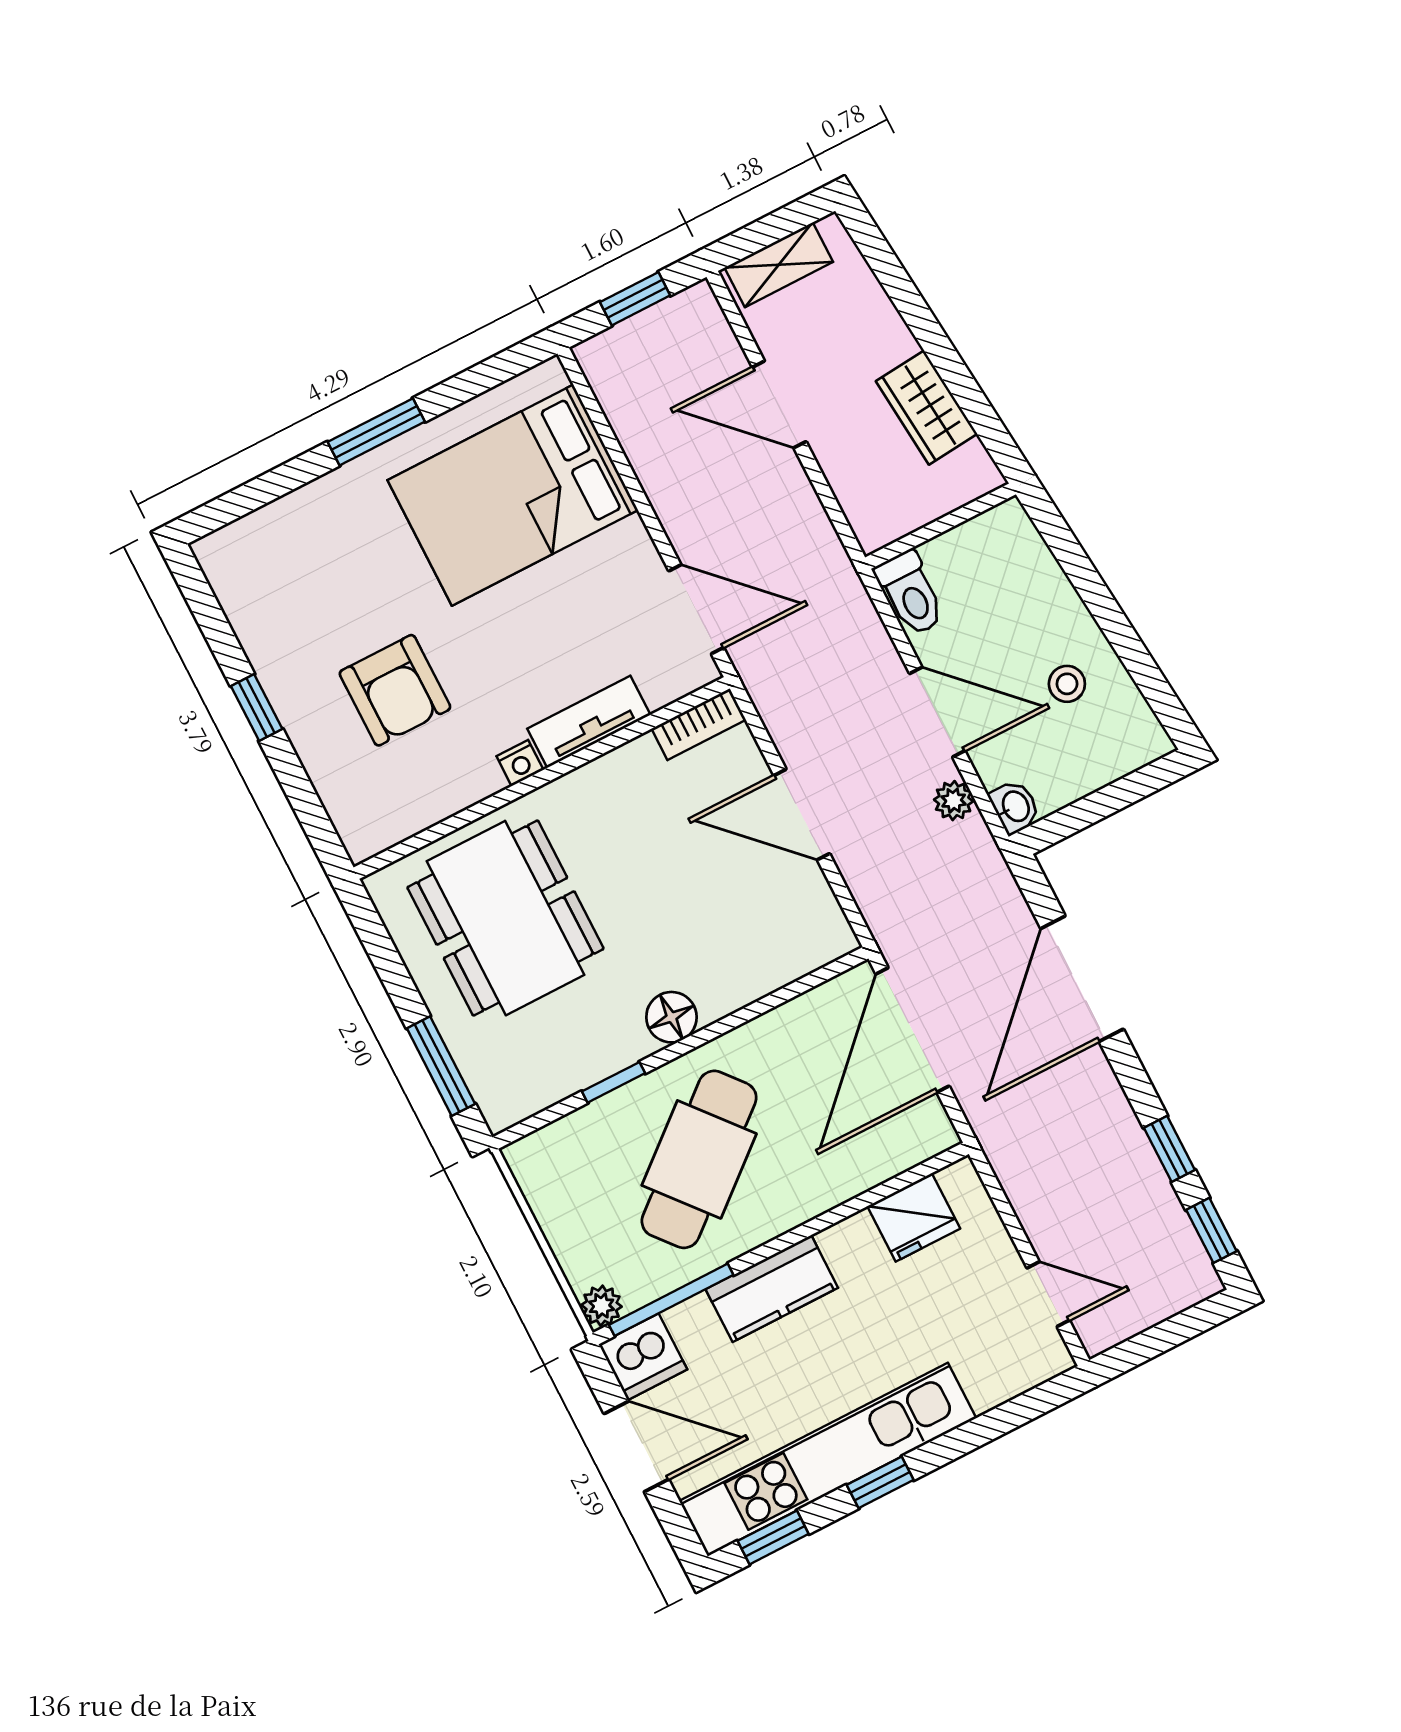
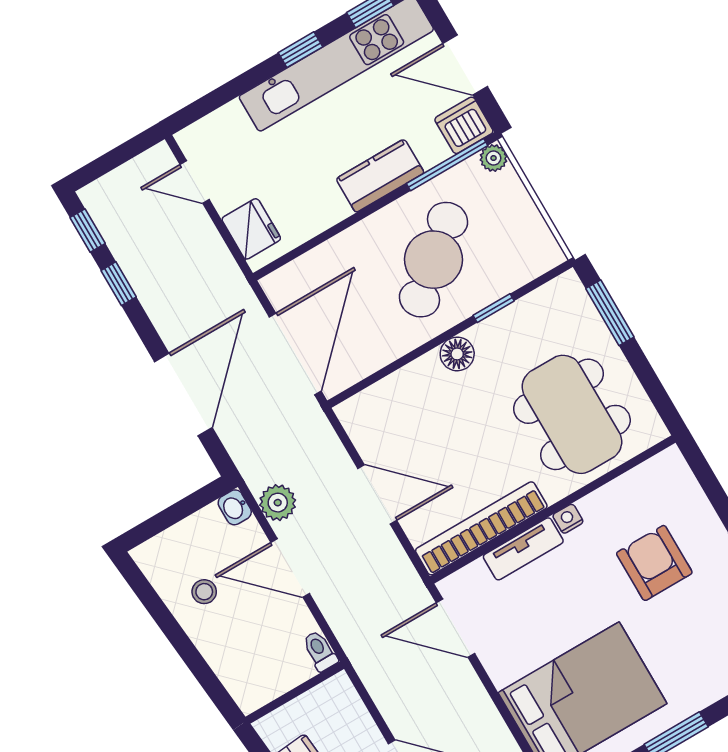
toilet: (910, 593) -> (320, 651), width x0.73, depth x0.72
bookcase: (699, 724) -> (481, 528), width x2.31, depth x1.31
plant: (954, 801) -> (278, 503), width x1.38, depth x1.38
fridge: (914, 1217) -> (251, 229), moved, turned 90

